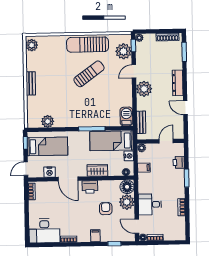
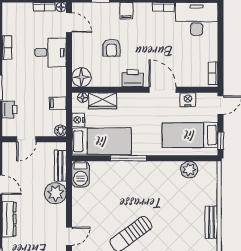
plant: (144, 89) -> (55, 193), moved
wardrobe: (97, 170) -> (103, 101), moved
plant: (127, 202) -> (82, 56), removed

